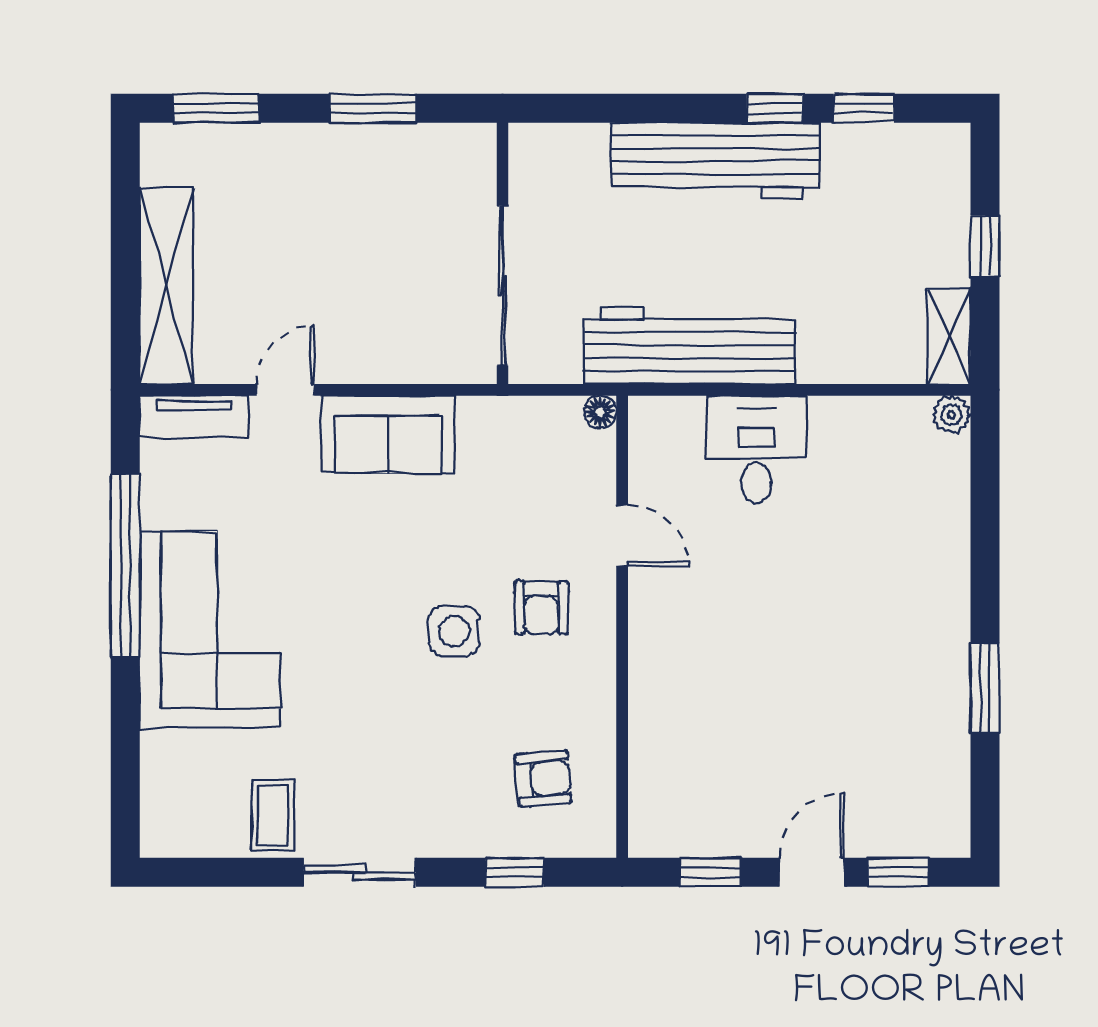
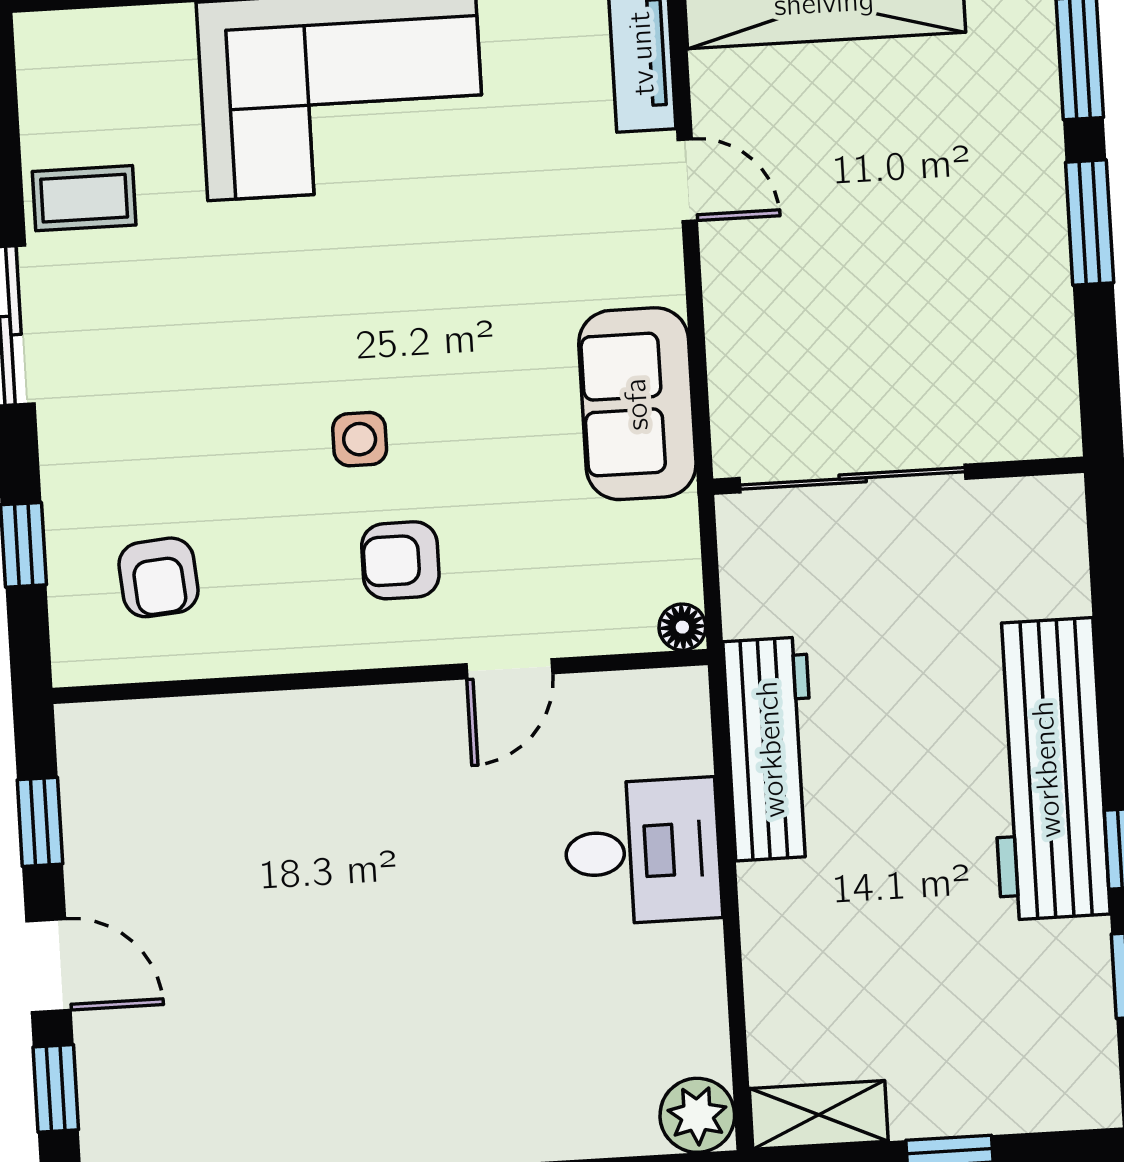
window: (373, 108) -> (1090, 222), moved
workbench: (689, 345) -> (771, 749), width x0.73, depth x0.76
plant: (951, 415) -> (697, 1115), width x1.38, depth x1.38
sofa: (388, 434) -> (637, 404), moved
side table: (454, 631) -> (360, 439), width x0.73, depth x0.73

